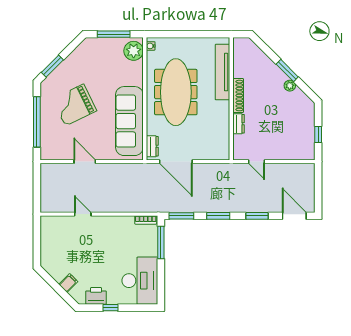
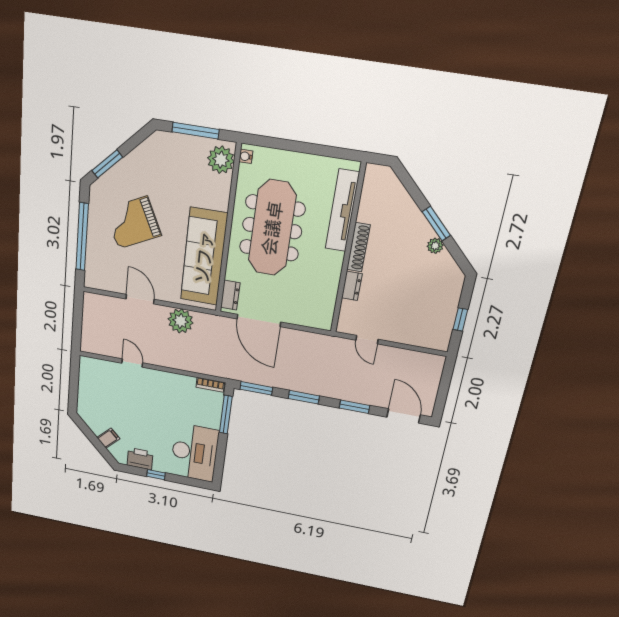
plant: (117, 173) -> (181, 321), added

